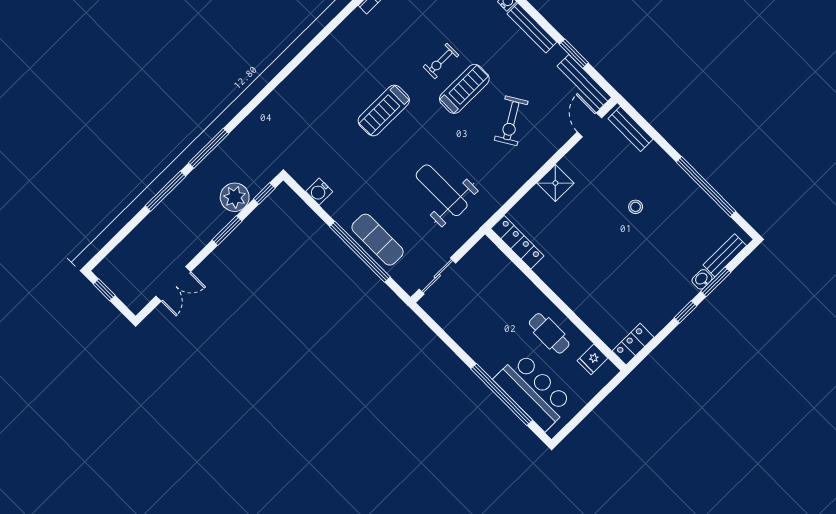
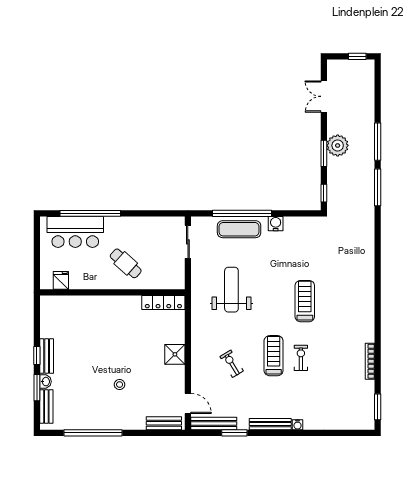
treadmill: (464, 89) -> (274, 356), turned 180
exercise bike: (511, 121) -> (232, 364), width x0.73, depth x0.72
weight bench: (442, 190) -> (231, 290), turned -90
water cooler: (319, 191) -> (276, 224), moved
plant: (235, 197) -> (338, 145), moved
bench: (677, 302) -> (47, 356), added
cafe table: (549, 333) -> (126, 263), moved, turned 42
locker: (633, 344) -> (47, 310), removed

